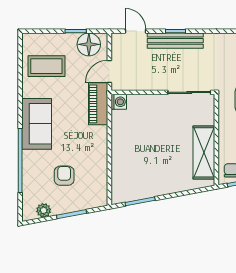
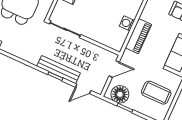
door: (135, 31) -> (83, 89), hinge flipped
washing machine: (119, 102) -> (127, 23), moved
piano: (98, 104) -> (138, 36), moved

